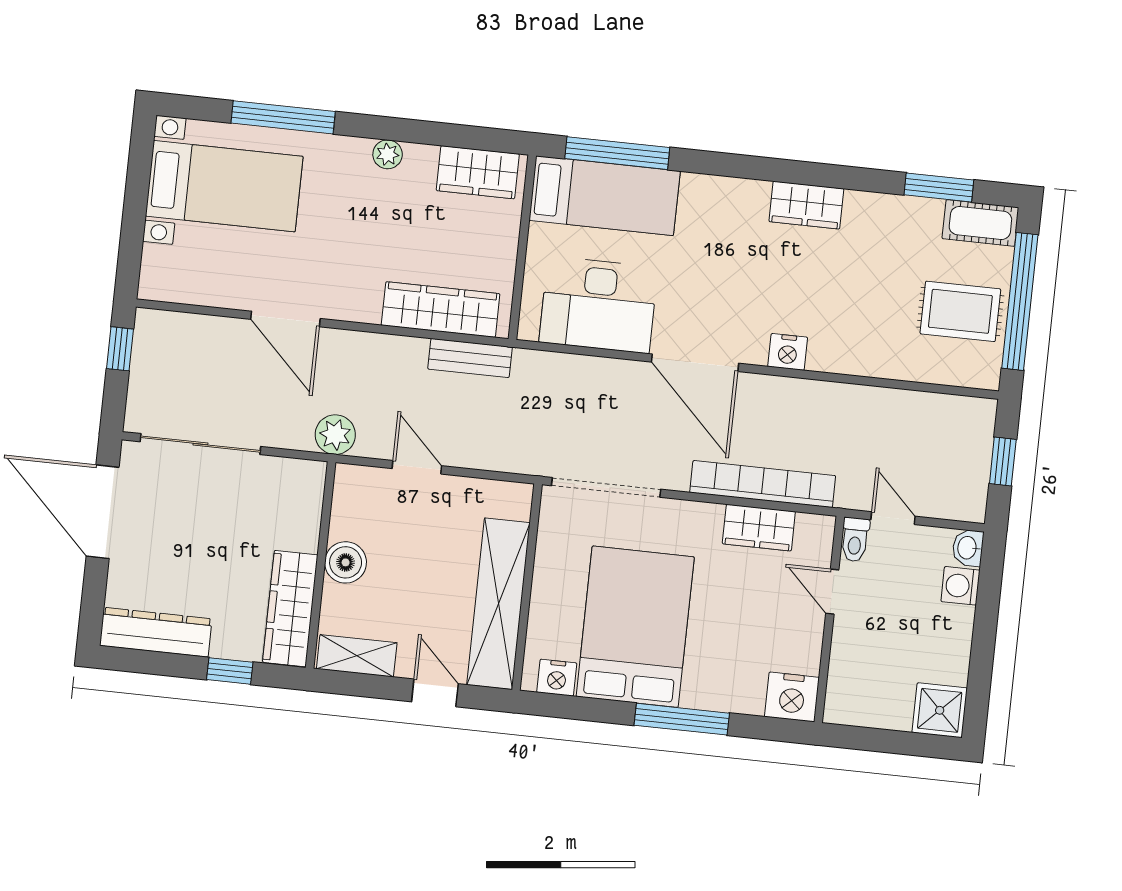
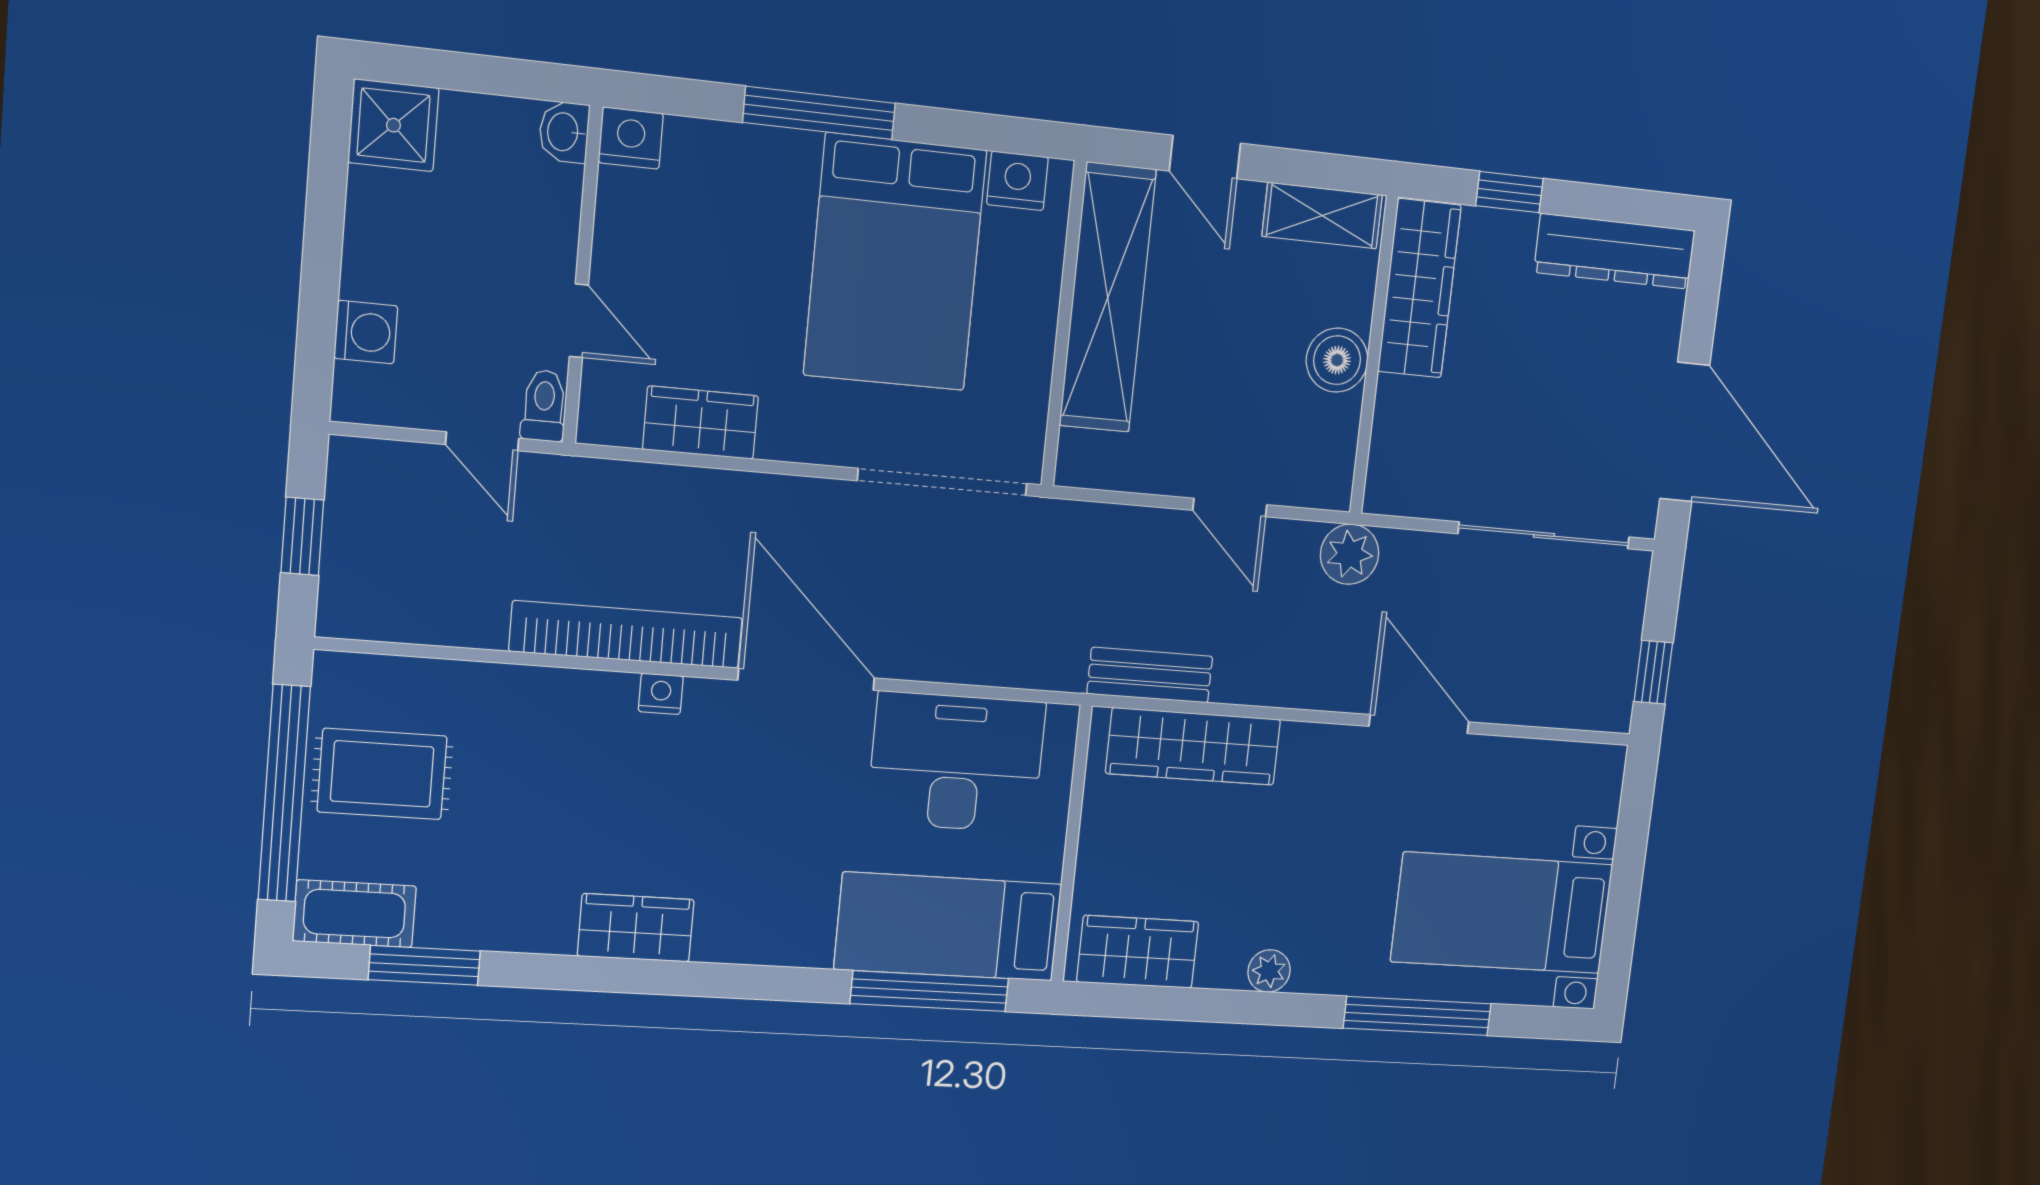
nightstand: (788, 352) -> (661, 694), width x0.72, depth x0.74
bookcase: (763, 484) -> (626, 635), moved, turned 180
washbasin: (968, 548) -> (564, 132), moved, turned 180
nightstand: (792, 697) -> (631, 138), width x0.74, depth x0.75

